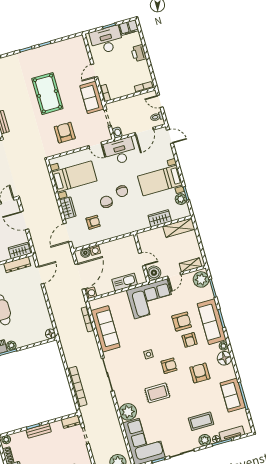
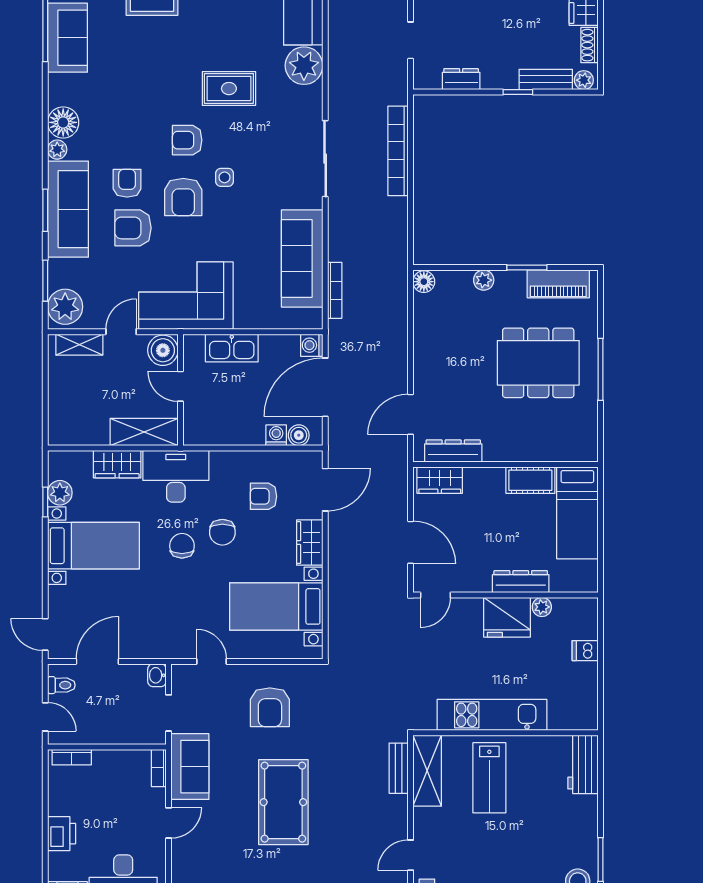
desk: (120, 151) -> (176, 476), moved, turned 180
shelving: (179, 228) -> (144, 432), moved
plant: (11, 346) -> (484, 280), moved
armchair: (200, 373) -> (183, 197), moved
dresser: (71, 422) -> (461, 79), moved
bench: (39, 431) -> (546, 79), moved

